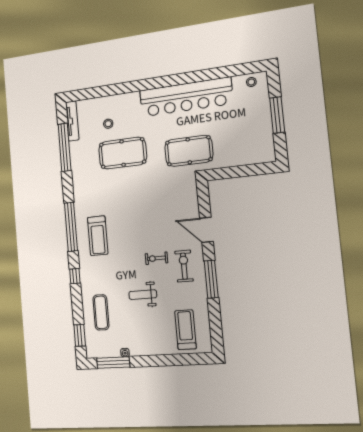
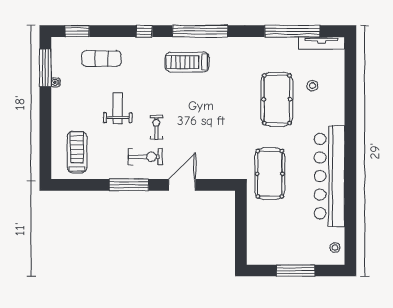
treadmill: (185, 330) -> (77, 152), turned -90

